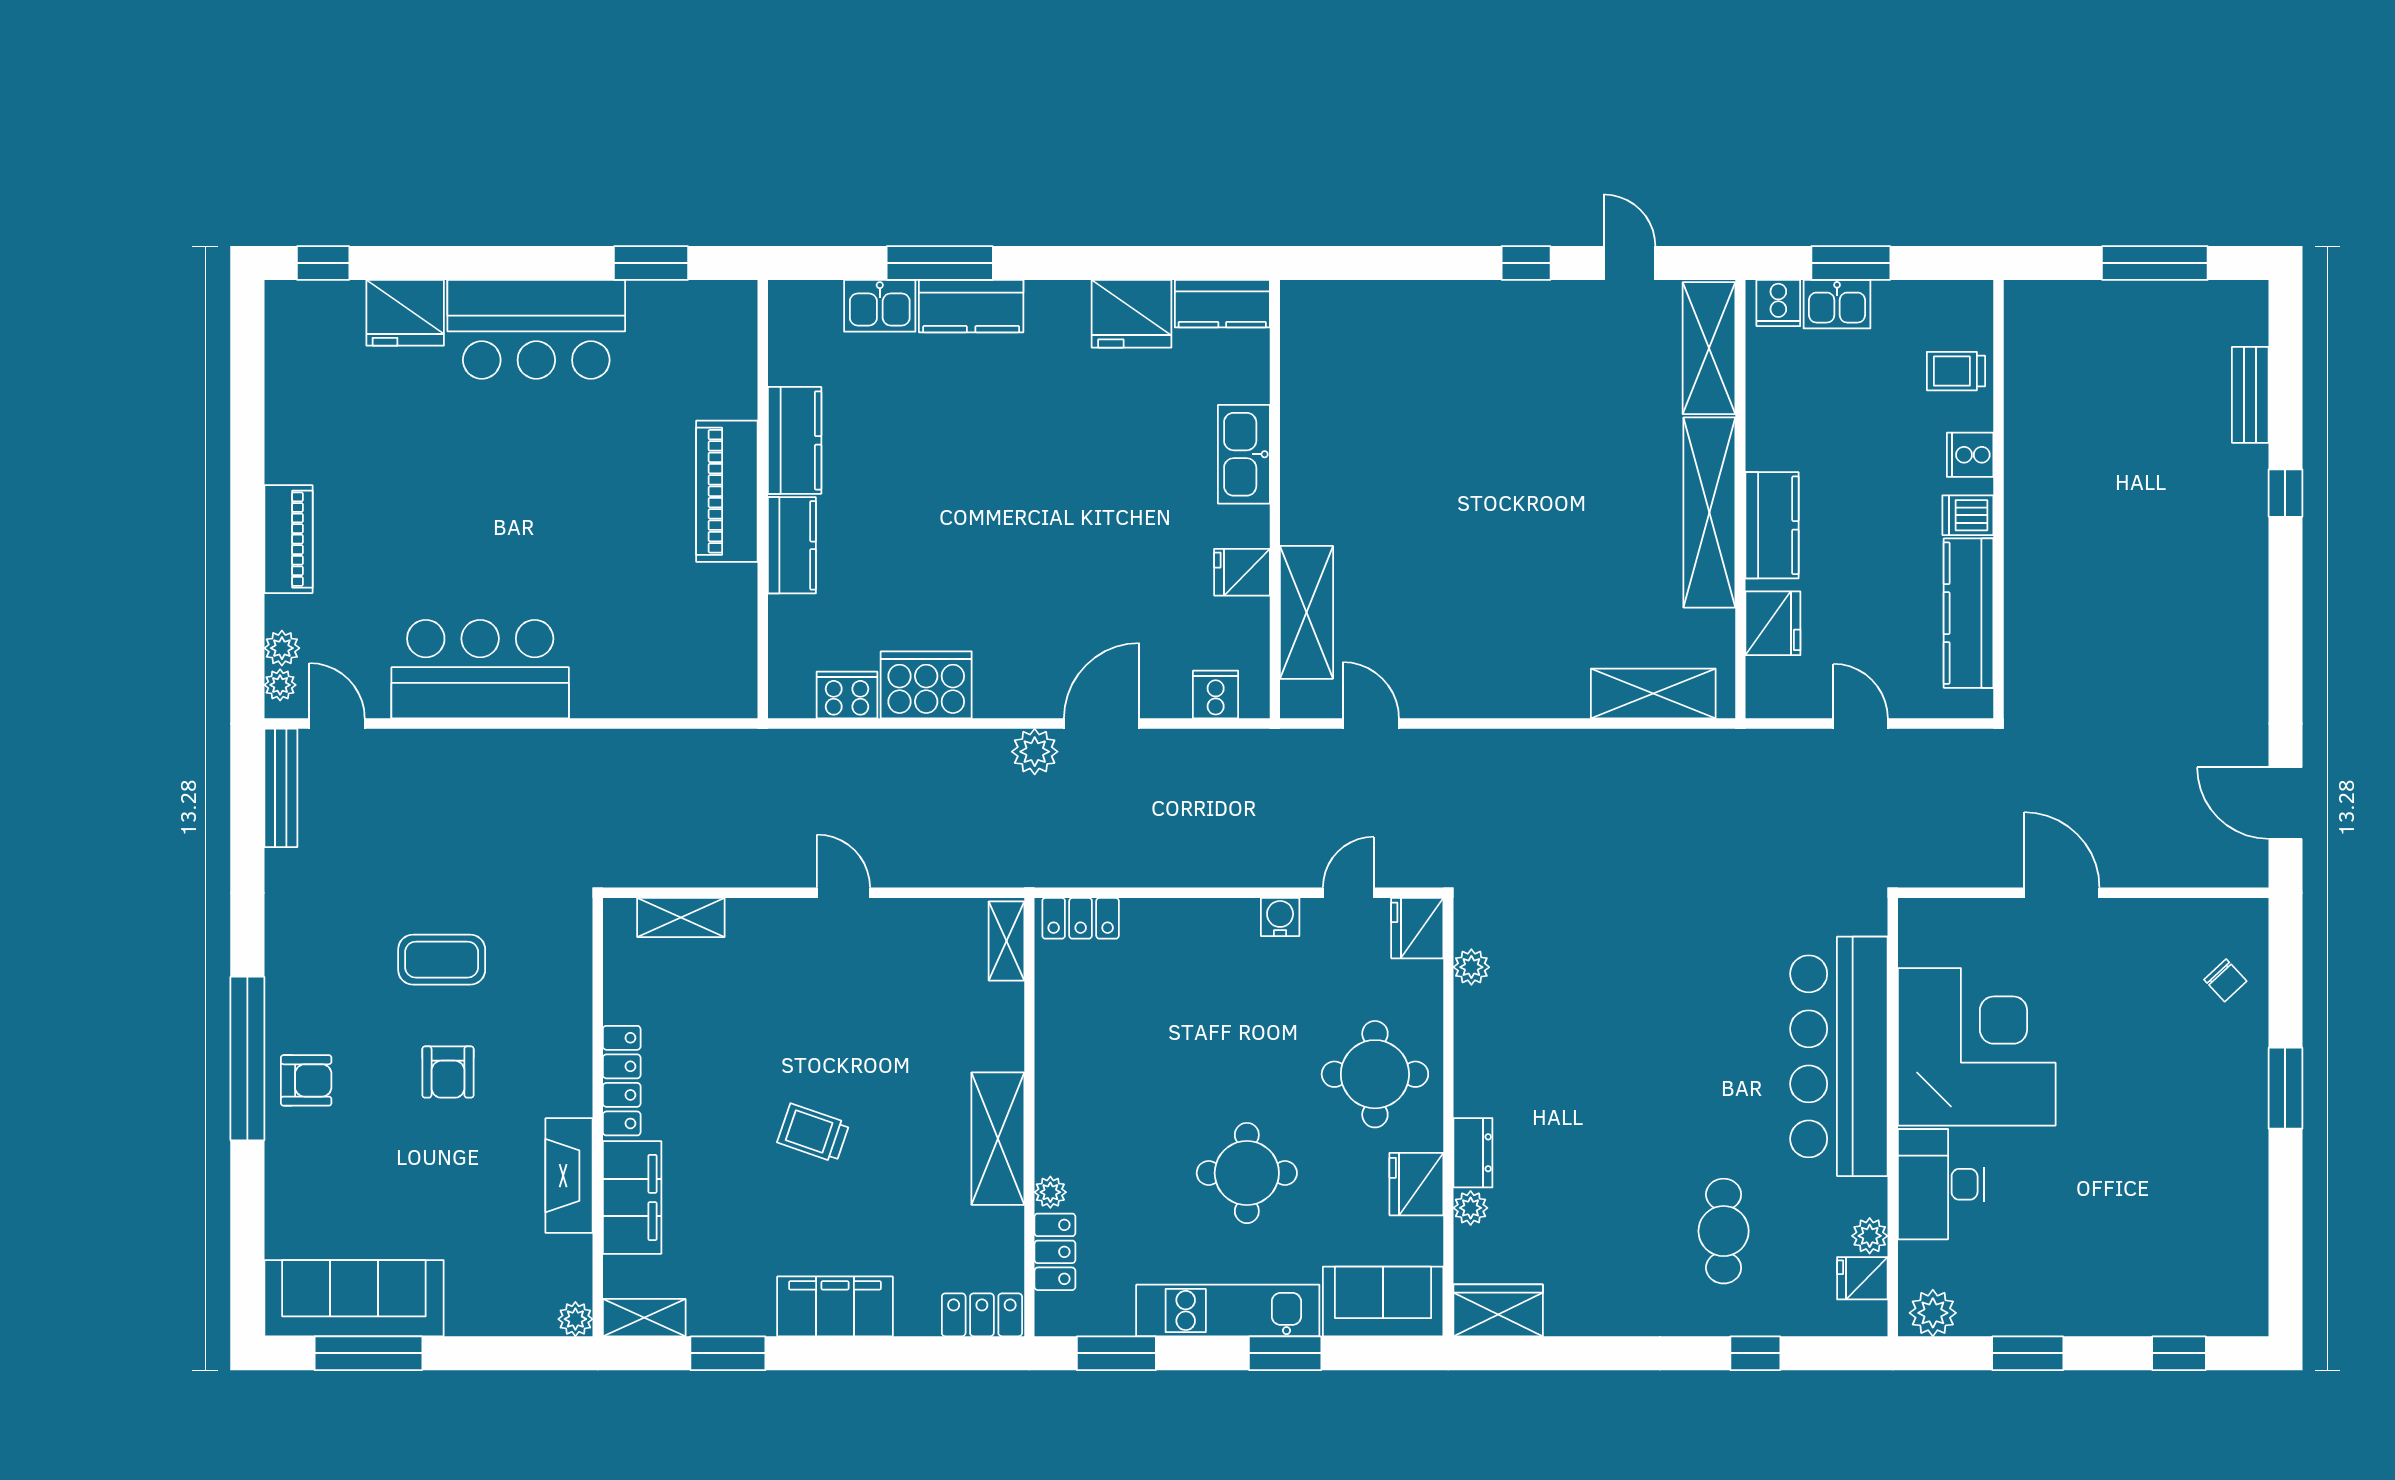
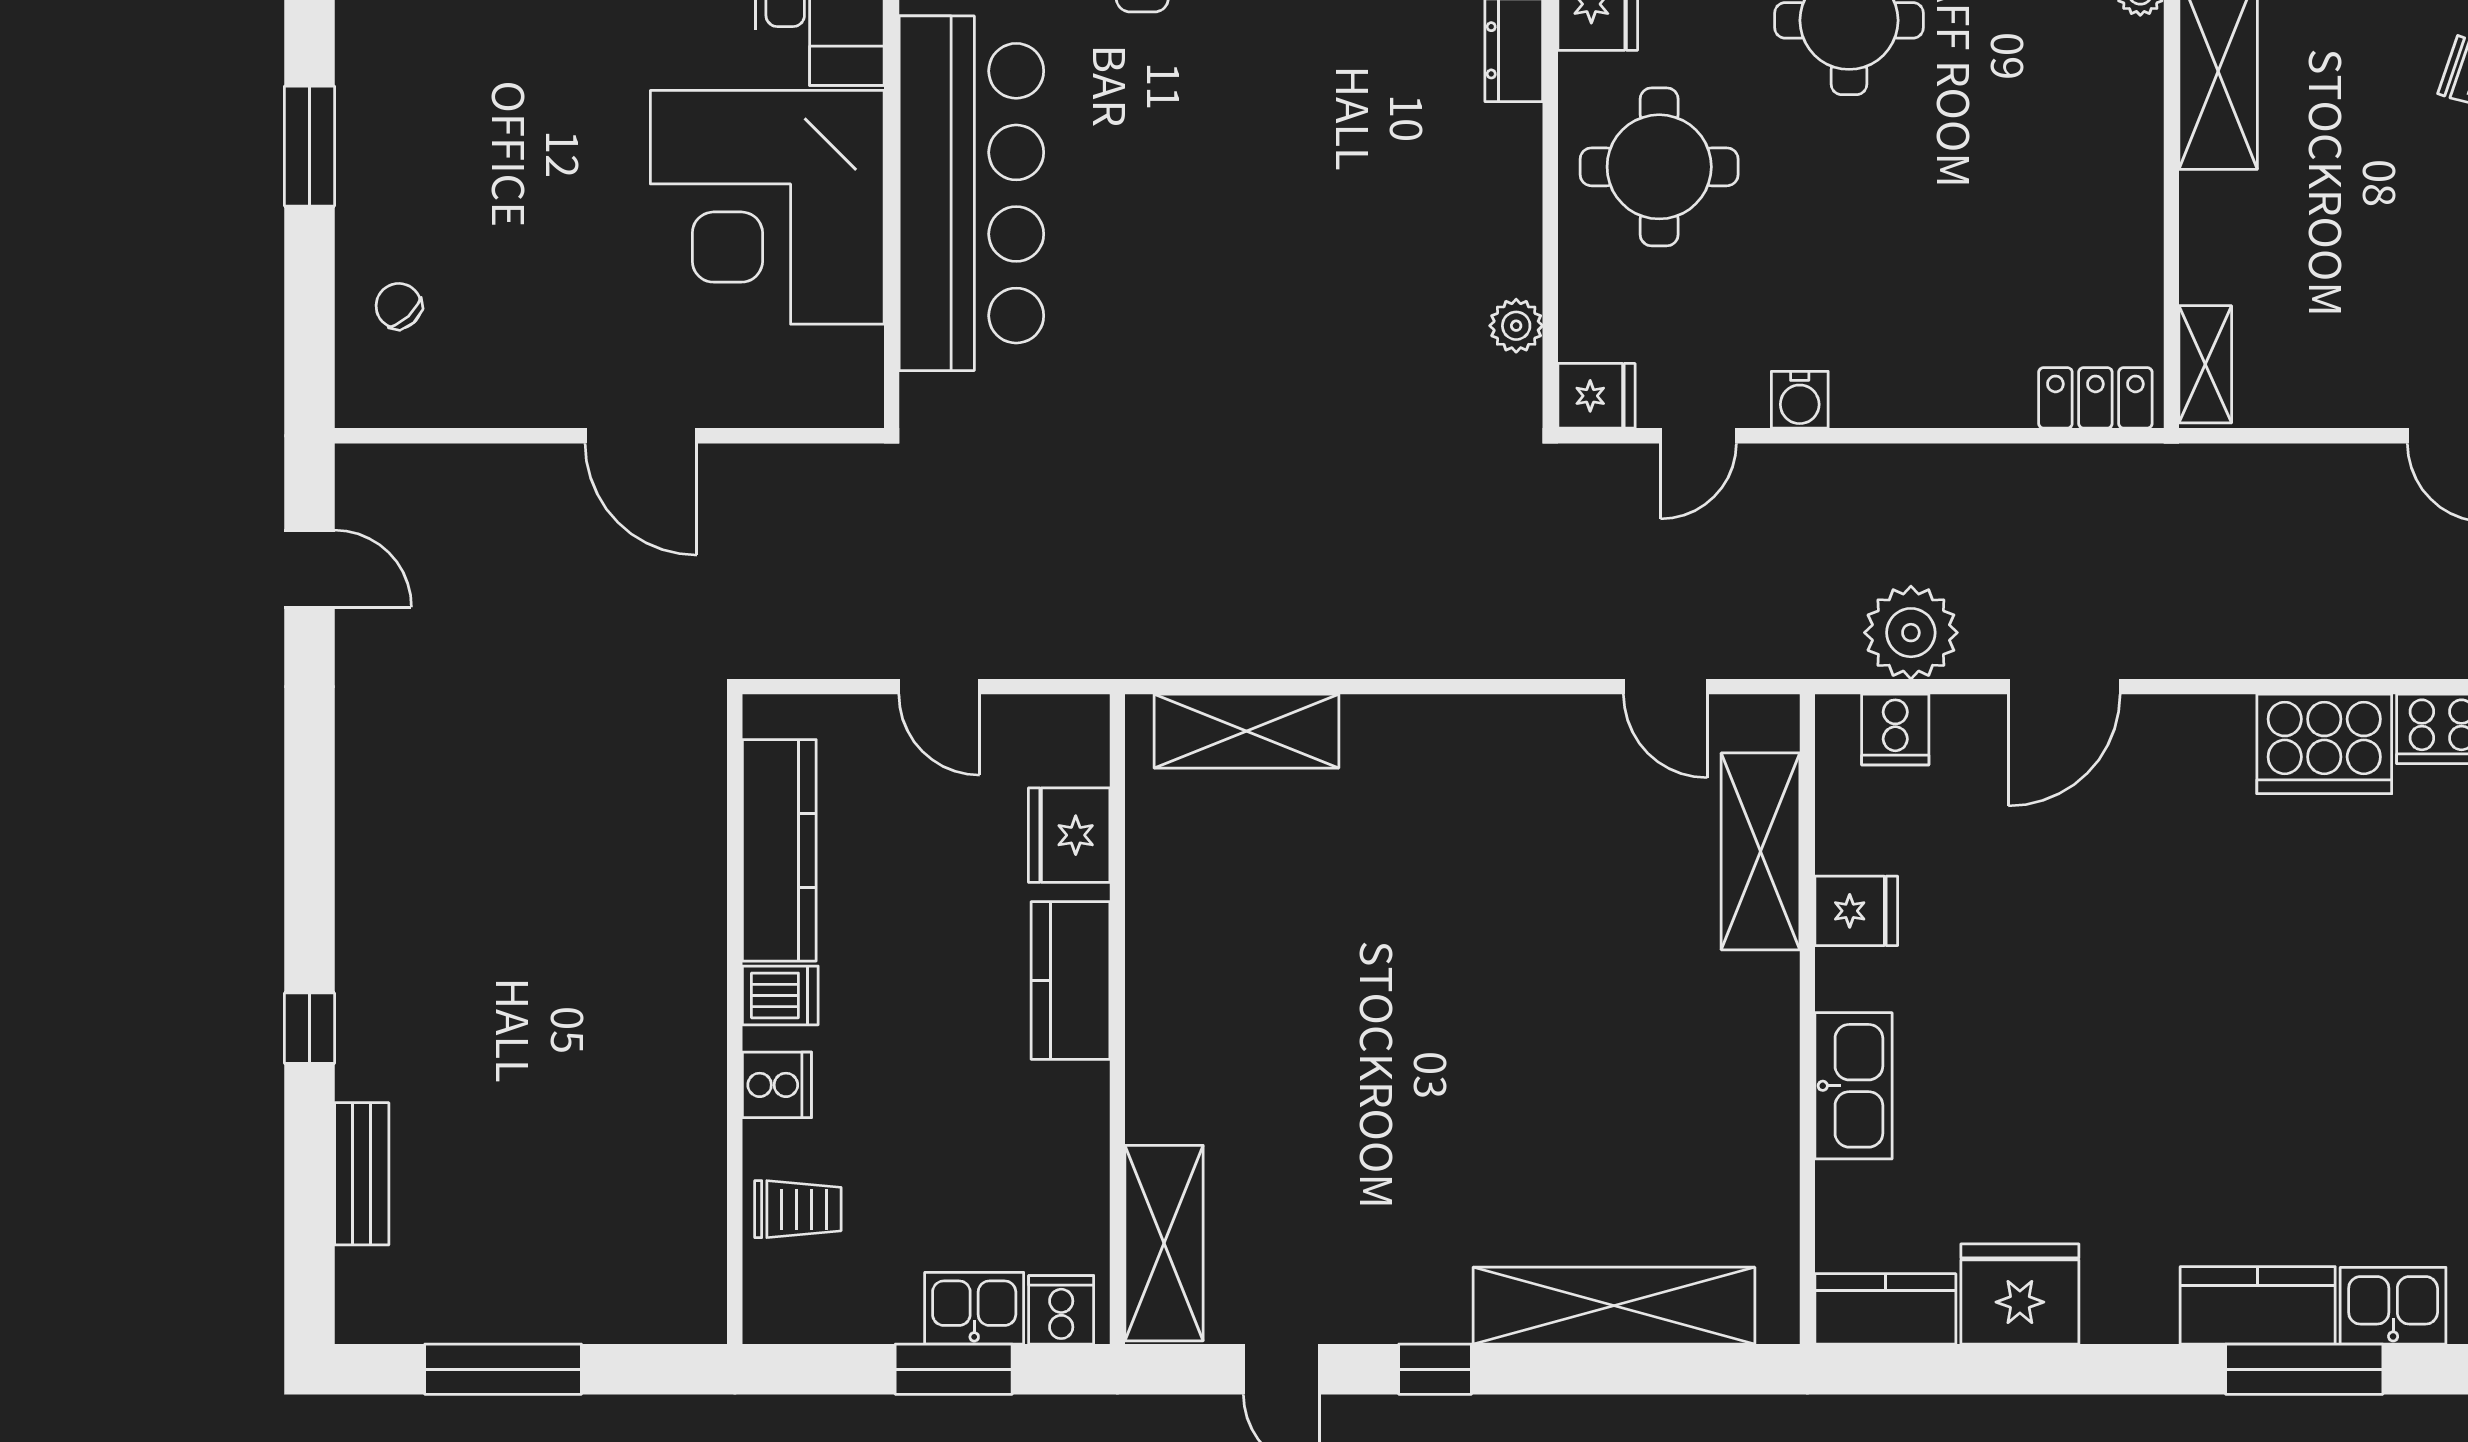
shelving: (1709, 513) -> (1614, 1306), moved, turned 90
plant: (1035, 752) -> (1911, 633), moved, width x1.36, depth x1.36
door: (2285, 803) -> (309, 569), width x0.73
fridge: (1417, 928) -> (1596, 396), width x0.72

